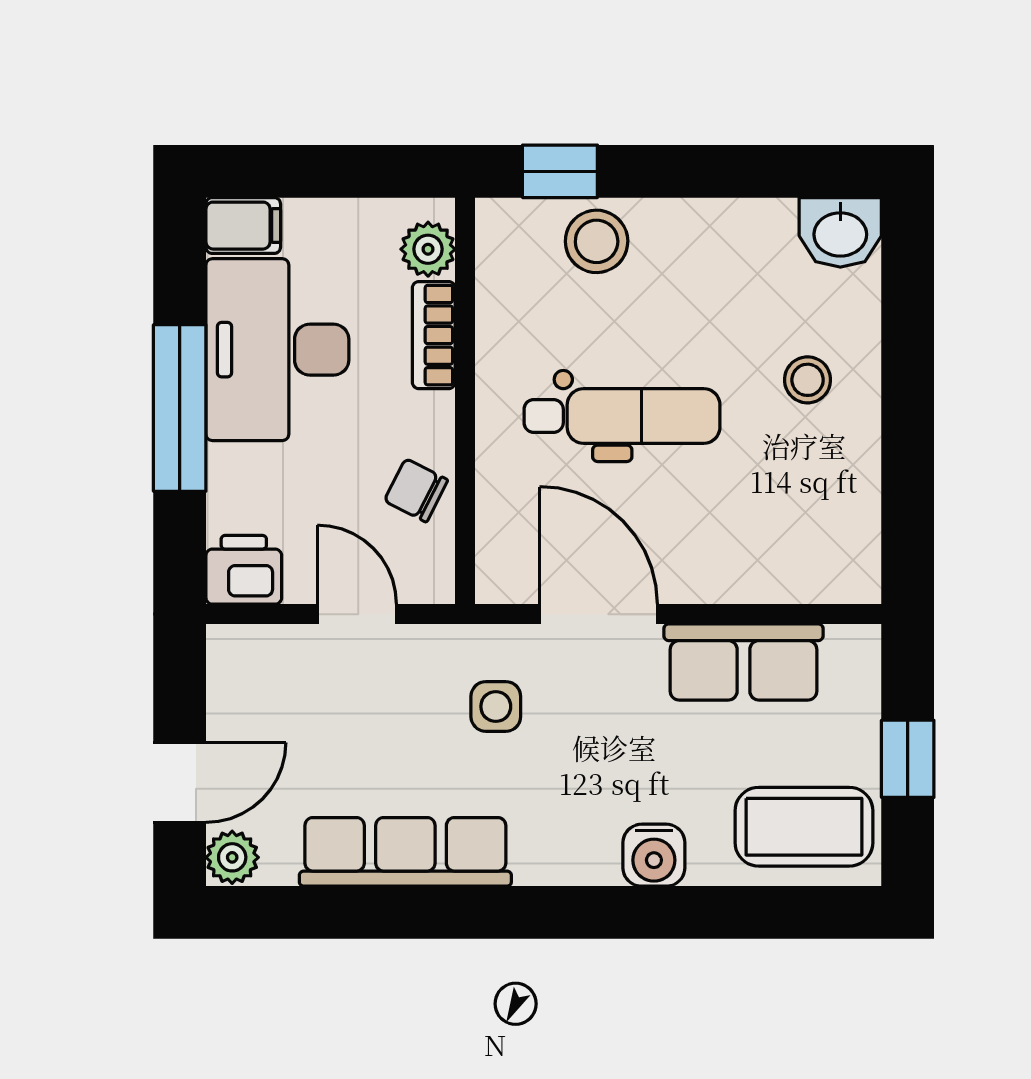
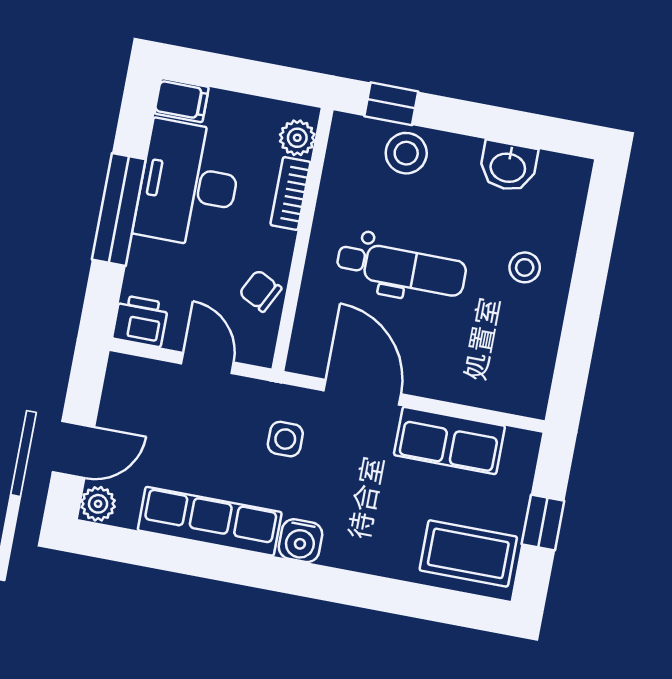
washbasin: (840, 232) -> (508, 166), moved
water cooler: (654, 855) -> (301, 541), moved

